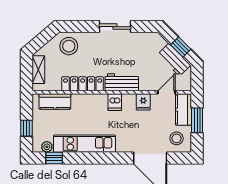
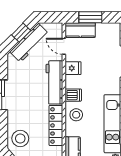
workbench: (174, 60) -> (29, 43), width x1.38
workbench: (122, 82) -> (54, 82), width x1.38
stool: (177, 138) -> (76, 115), moved

